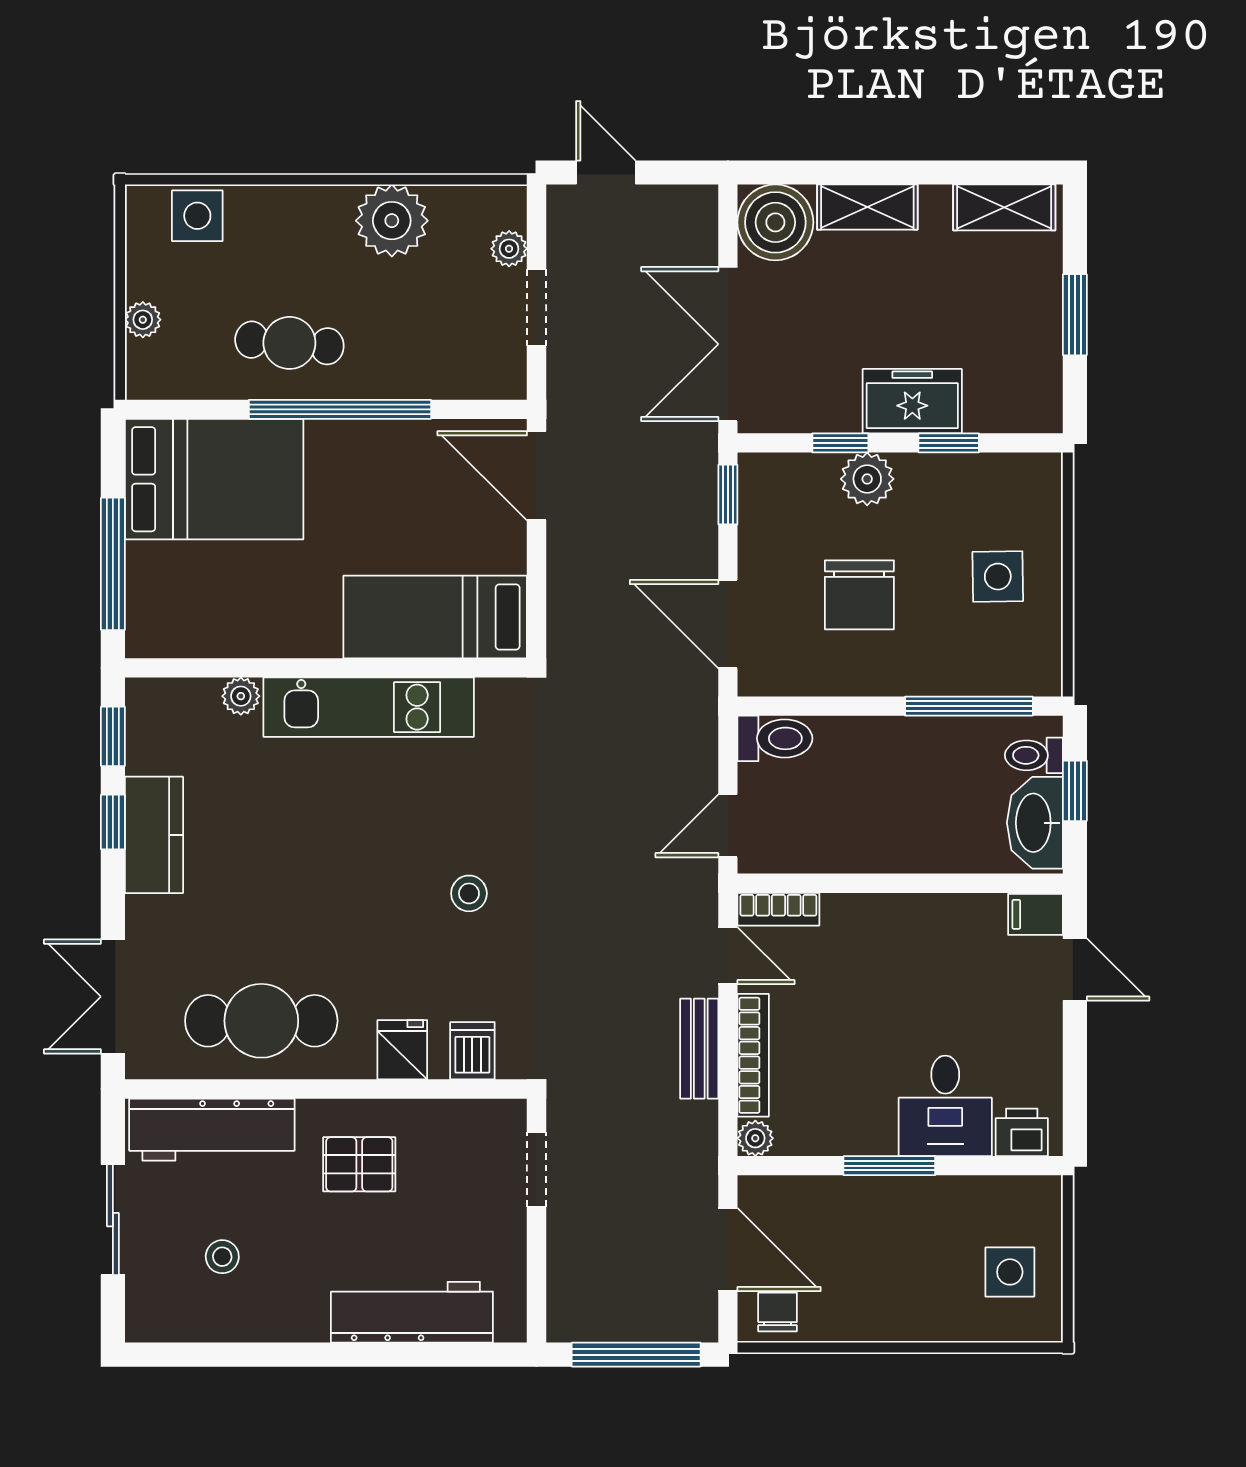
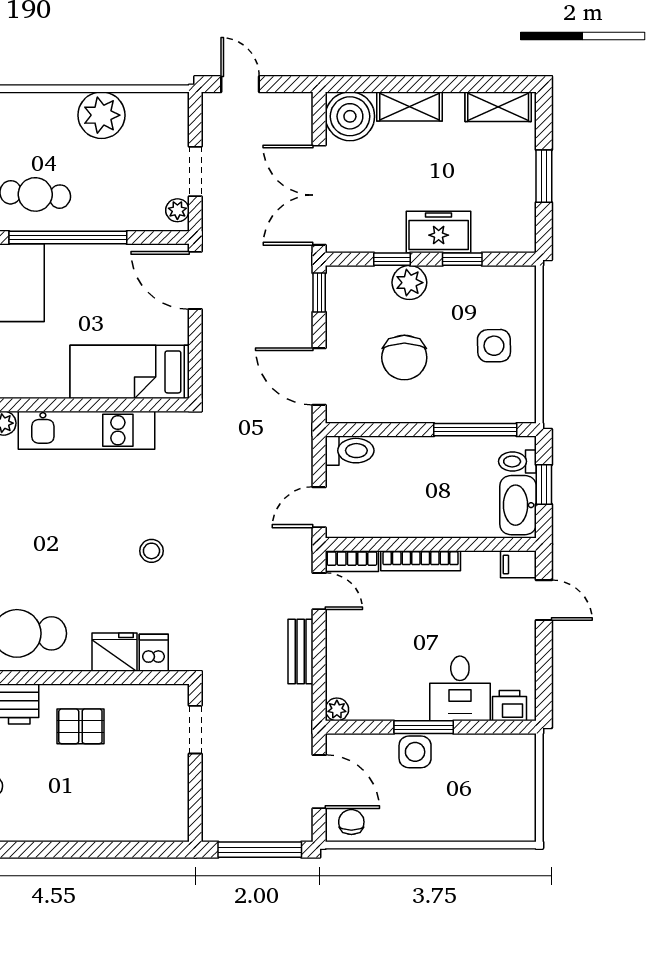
plant: (509, 249) -> (177, 210), moved
fridge: (402, 1050) -> (115, 652), width x1.38
bookcase: (753, 1055) -> (421, 561), moved, turned 90
side table: (1010, 1272) -> (415, 752), moved
workbench: (412, 1312) -> (115, 822), removed

